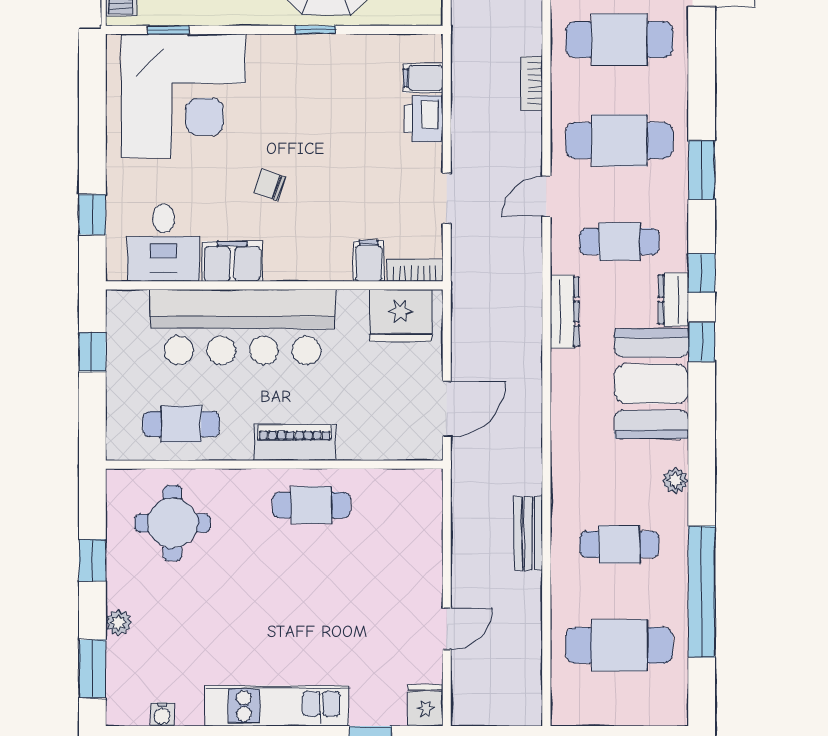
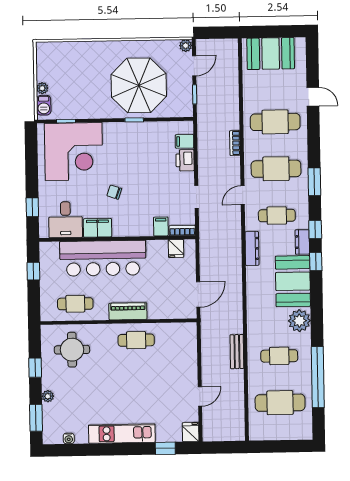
fridge: (401, 315) -> (176, 249), width x0.53, depth x0.75
plant: (675, 481) -> (299, 321), width x1.88, depth x1.88

